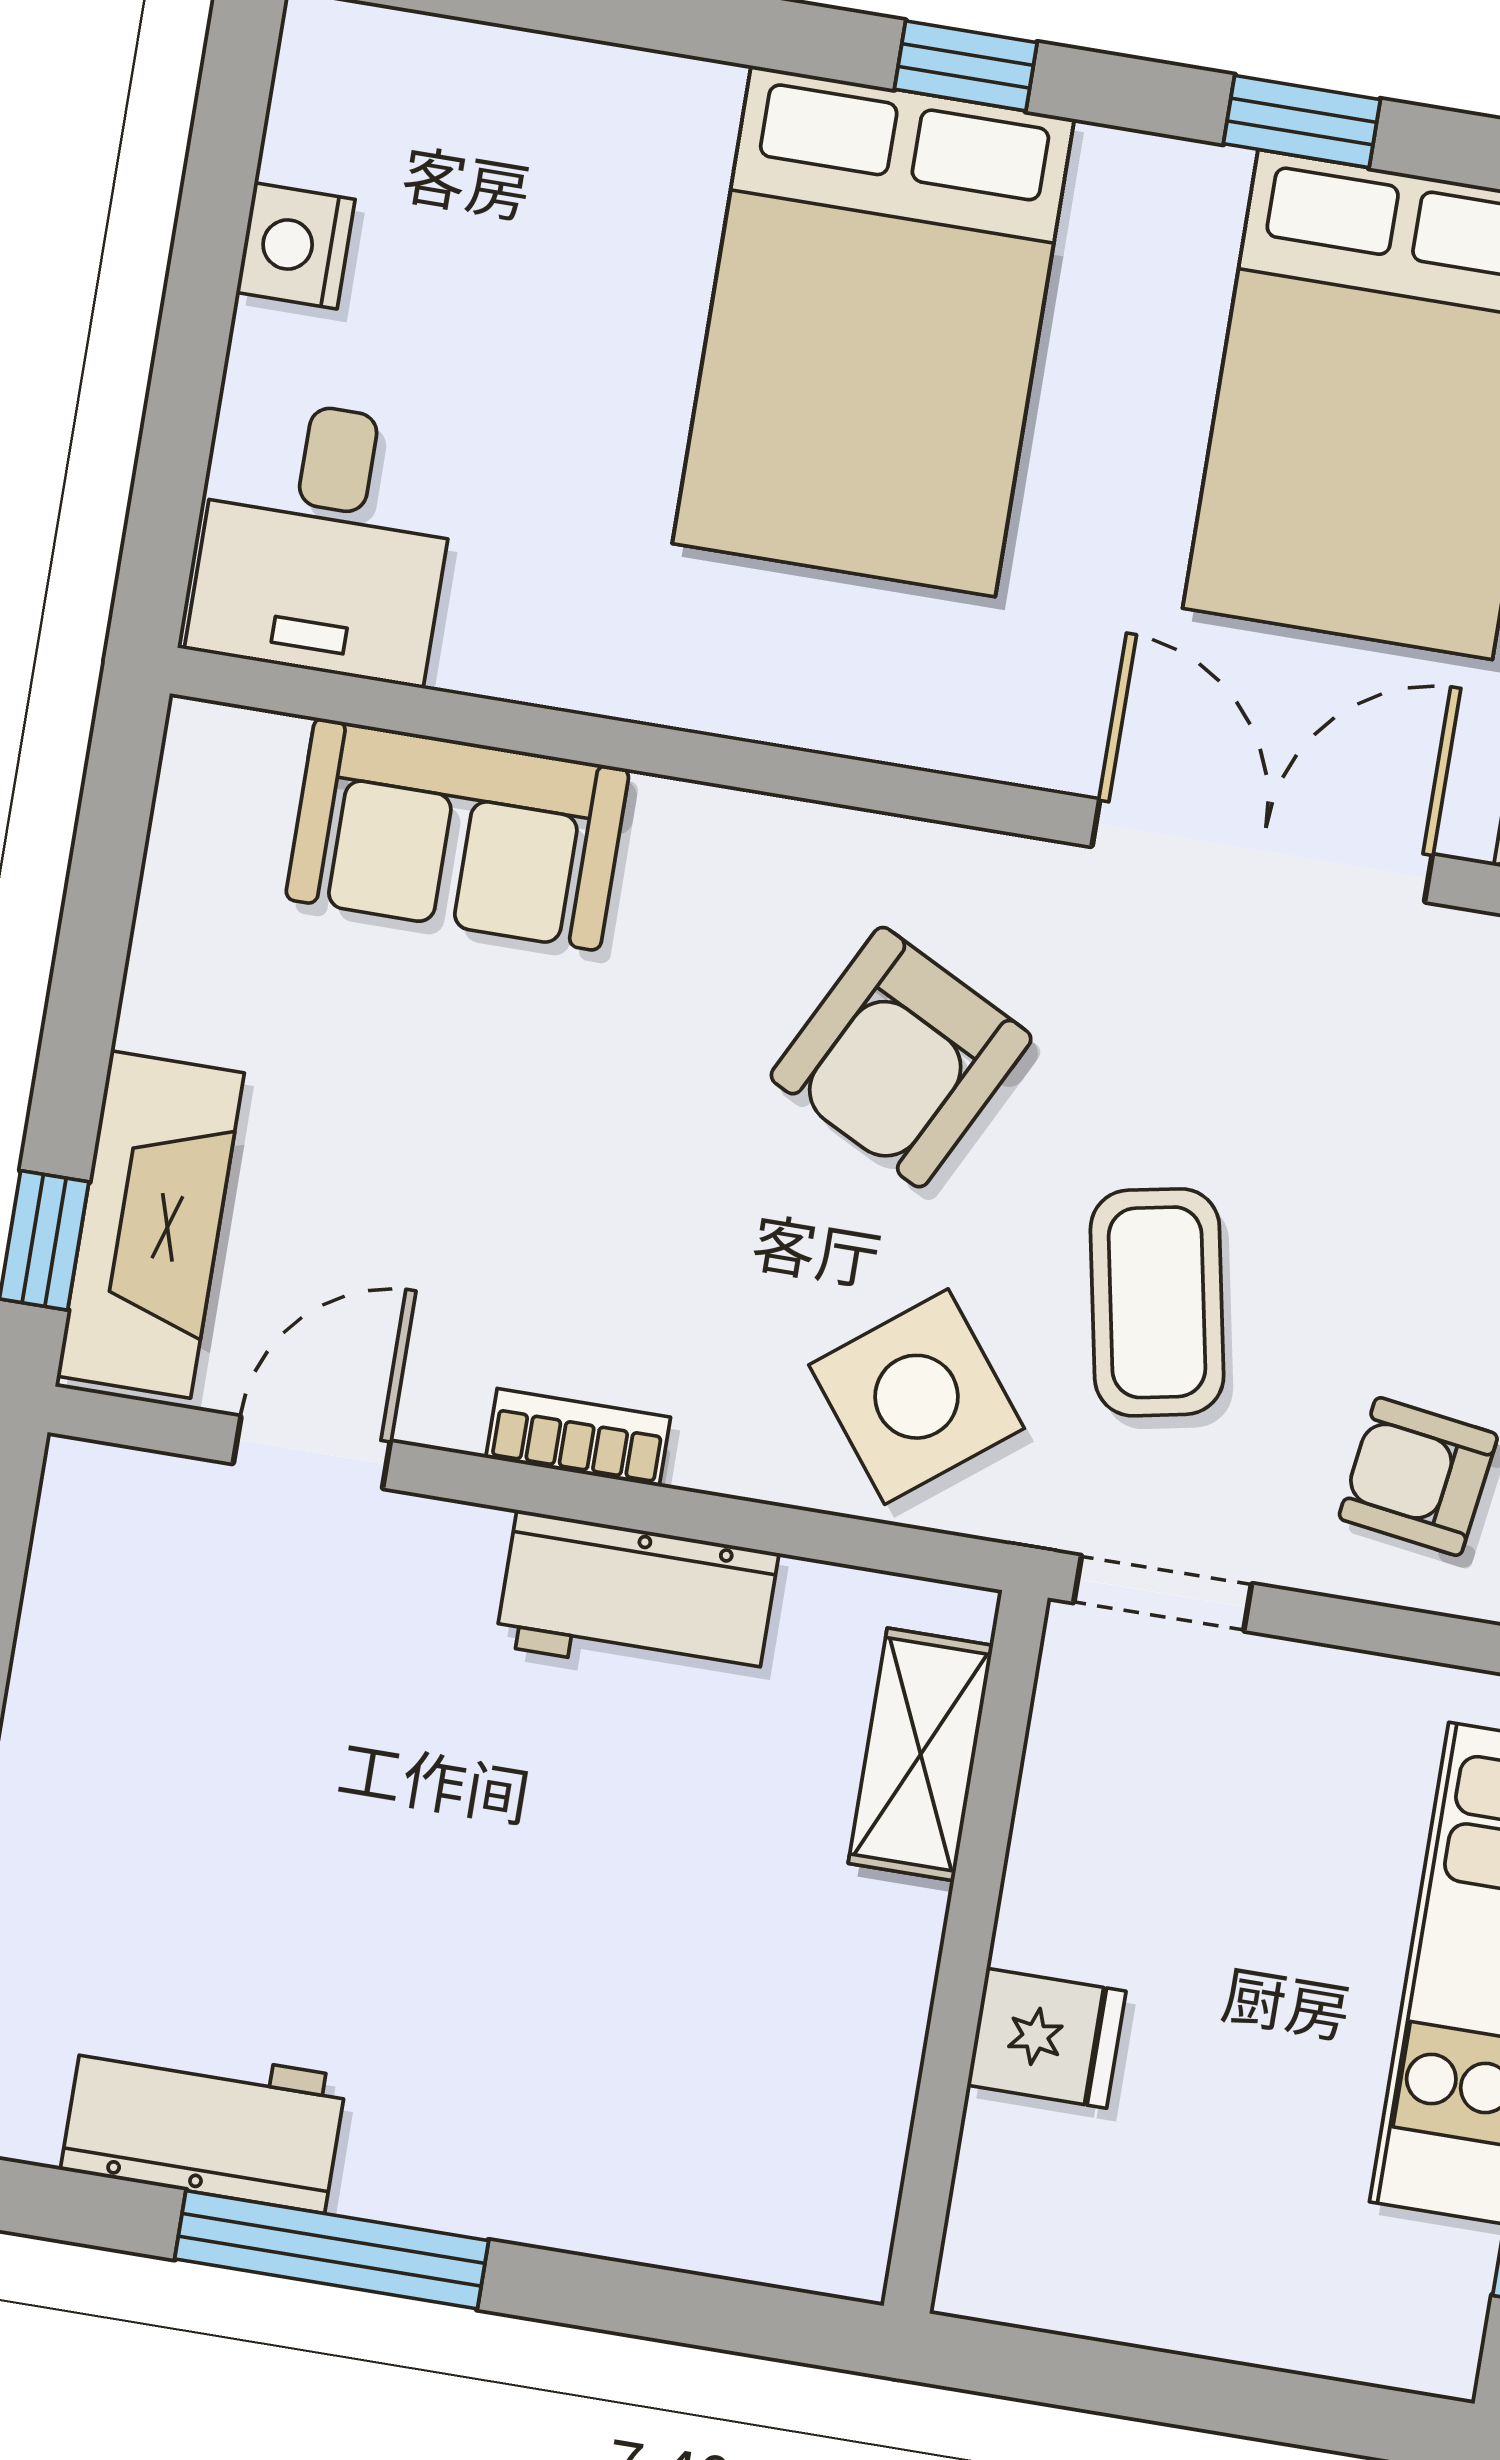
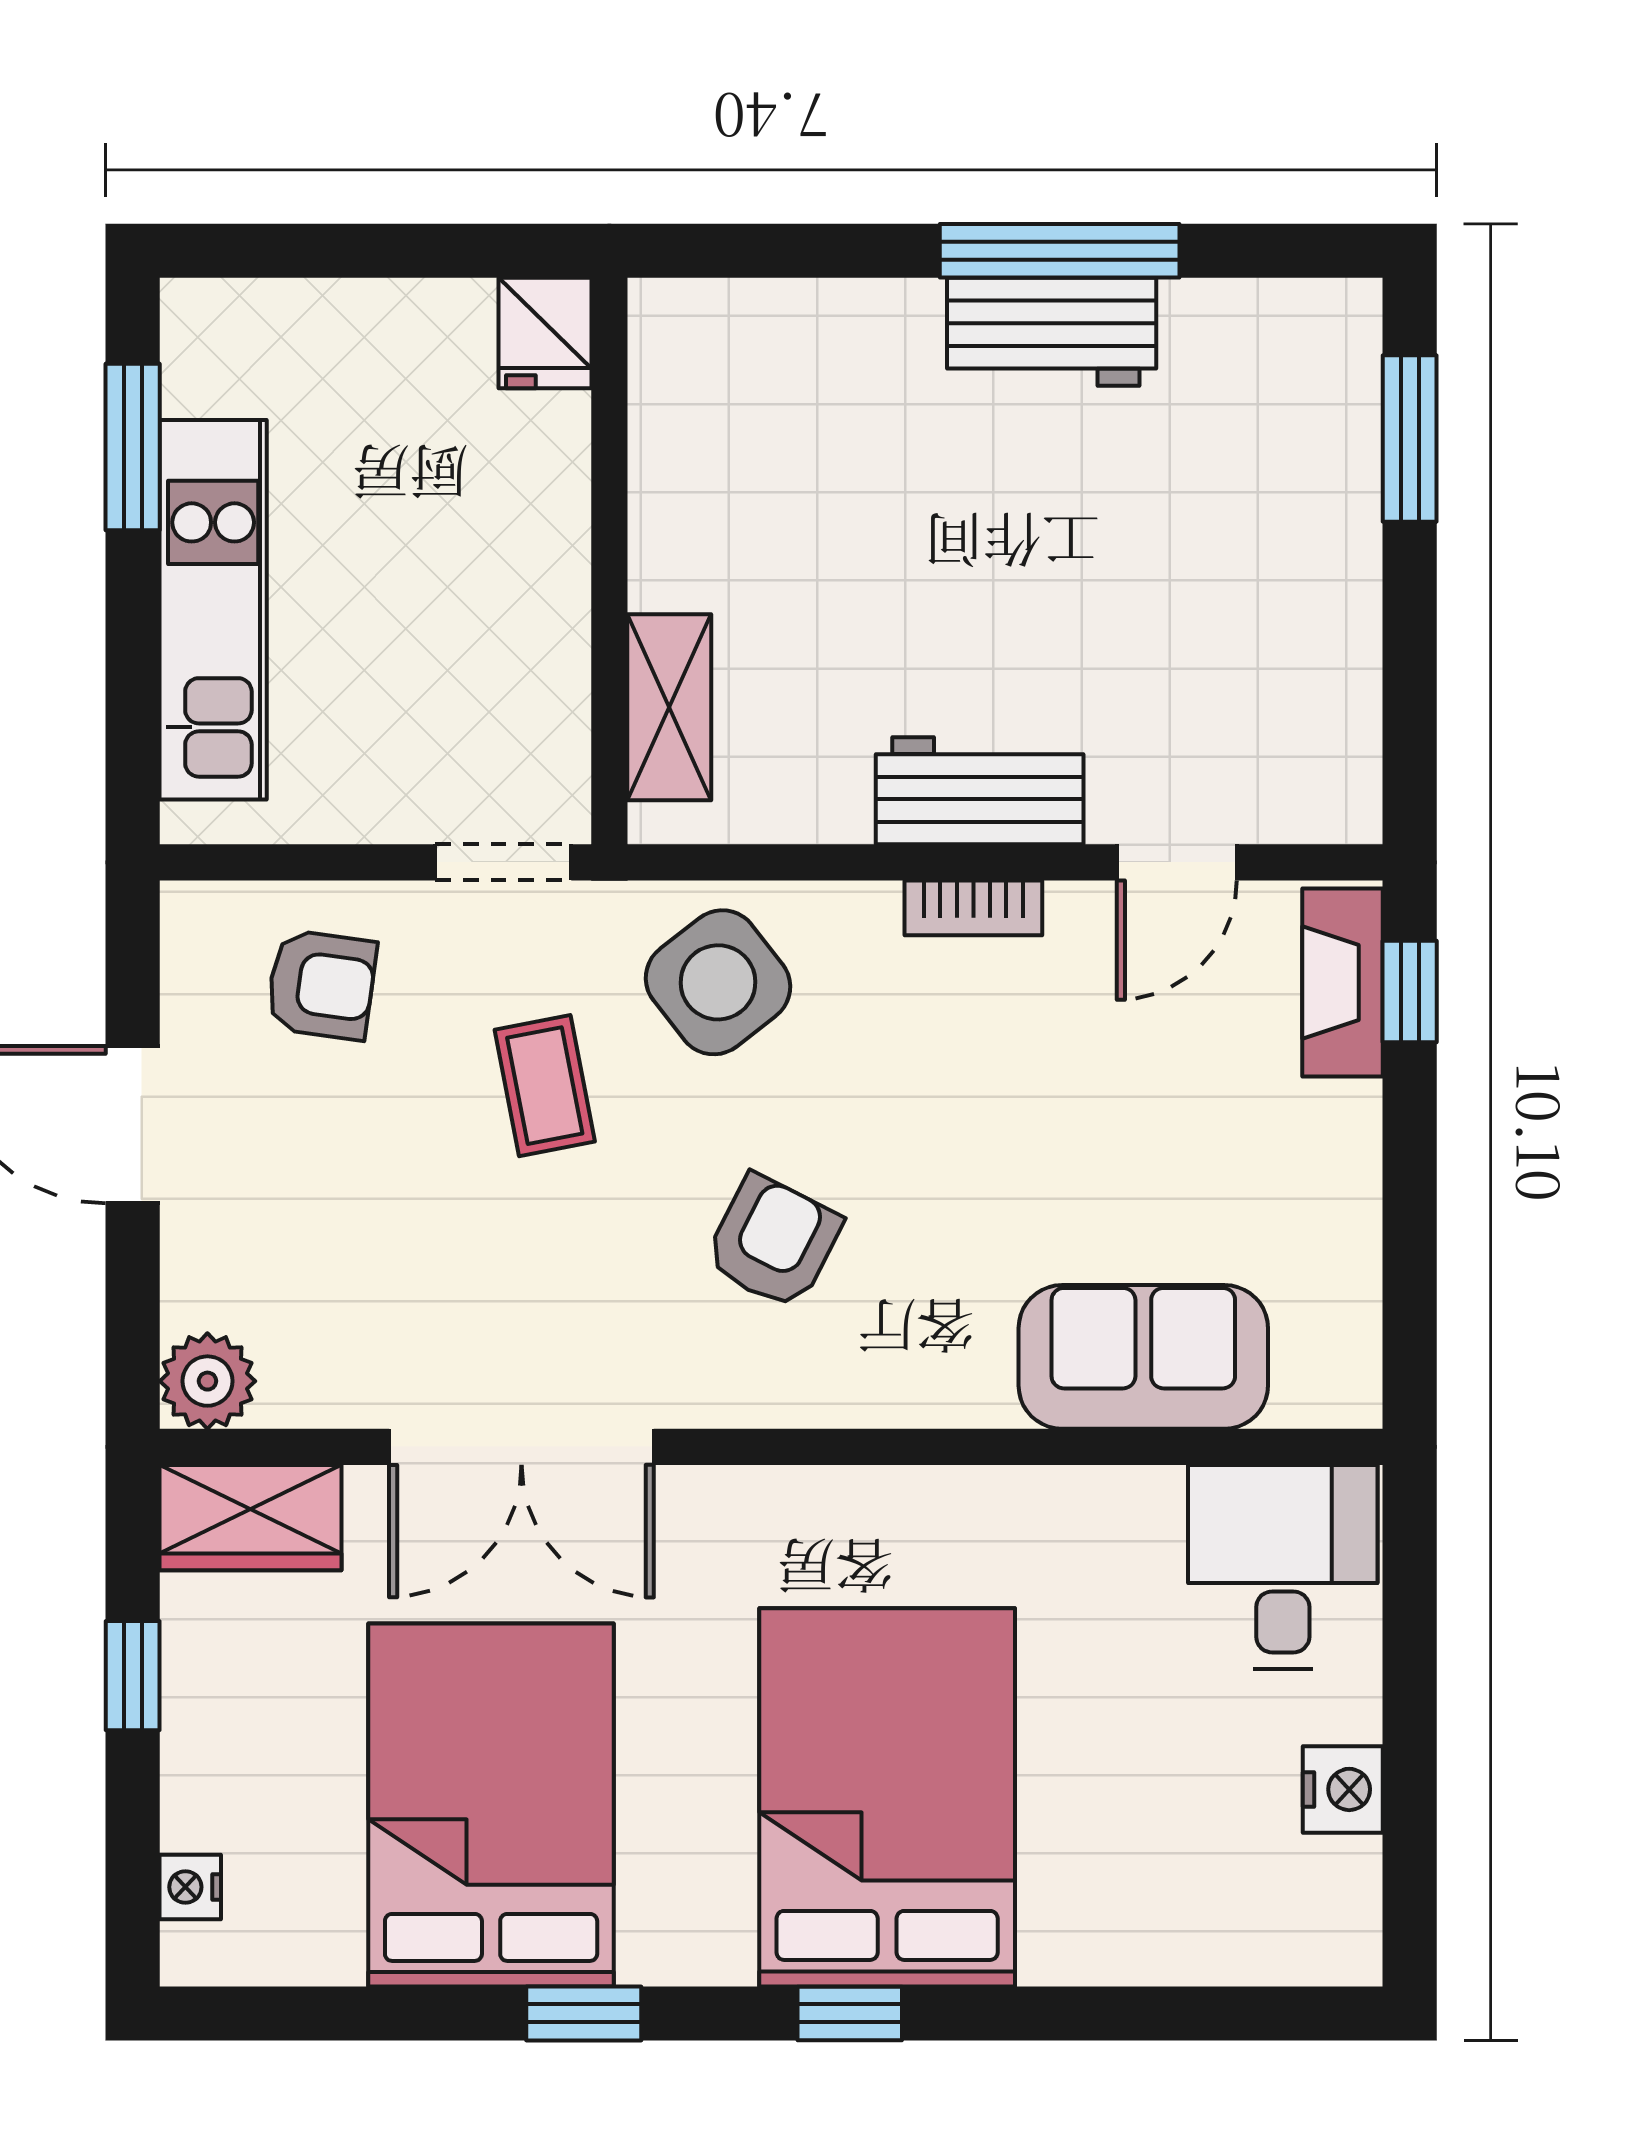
armchair: (901, 1057) -> (773, 1242), width x0.72, depth x0.72
fireplace: (151, 1225) -> (1343, 983), width x0.73, depth x0.76
coffee table: (1157, 1302) -> (545, 1086), width x0.73, depth x0.77
workbench: (637, 1599) -> (980, 791), moved
fridge: (1047, 2038) -> (545, 333), moved, turned -90
workbench: (204, 2123) -> (1052, 332), moved

